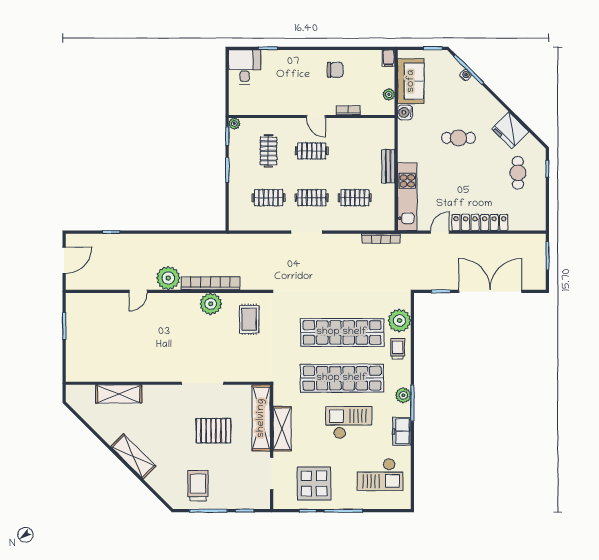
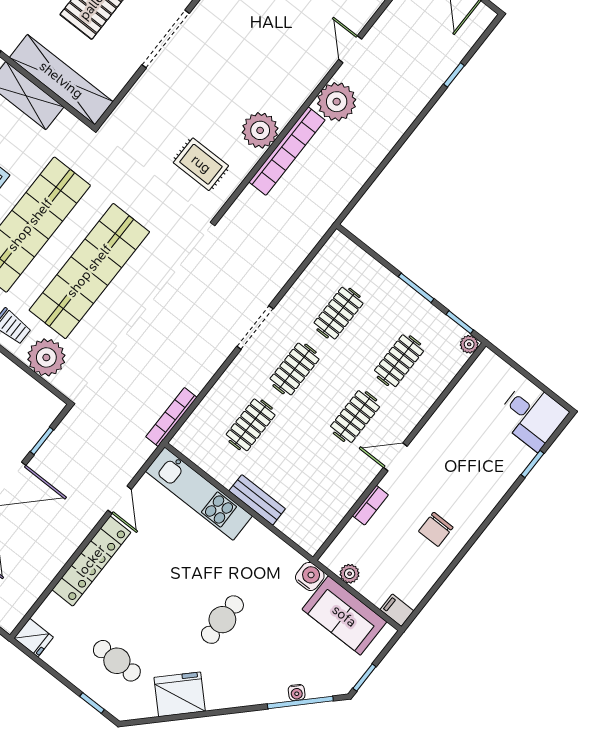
clothes rail: (268, 151) -> (399, 361), turned 90
fridge: (538, 221) -> (34, 638), added

